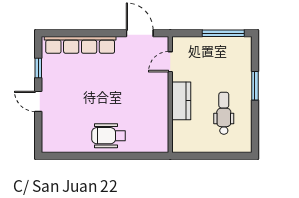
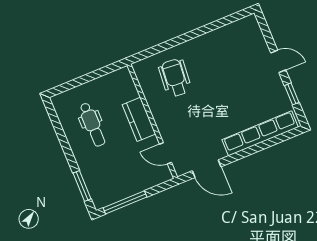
door: (170, 62) -> (165, 153), swing flipped
window: (255, 86) -> (82, 186), moved
wheelchair: (109, 136) -> (175, 78), moved, turned -85

